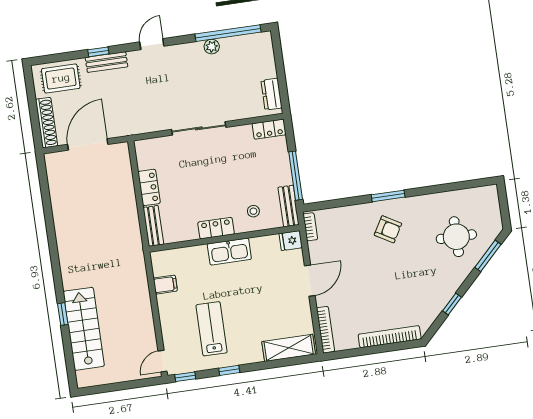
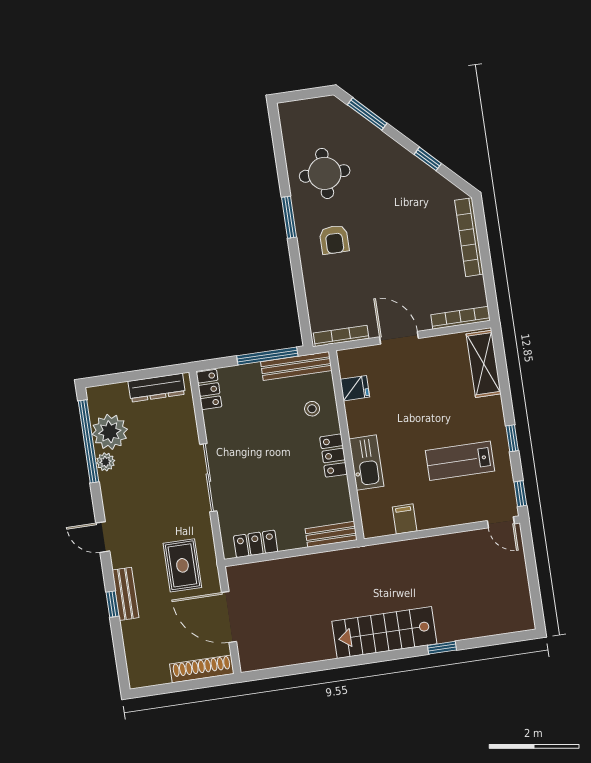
plant: (236, 50) -> (110, 432), added
rug: (61, 78) -> (182, 565), moved
dresser: (272, 94) -> (157, 388), width x1.44
locker: (149, 187) -> (256, 544), moved
window: (388, 196) -> (289, 217), moved
bench: (288, 206) -> (296, 366), width x1.36
bookcase: (310, 227) -> (341, 336), width x1.56
armchair: (388, 229) -> (334, 240), turned 150
round table: (456, 237) -> (325, 173), moved
fridge: (291, 241) -> (355, 388), moved, turned -90
kitchen sink: (229, 252) -> (366, 463), moved
stairs: (84, 329) -> (384, 633), moved

